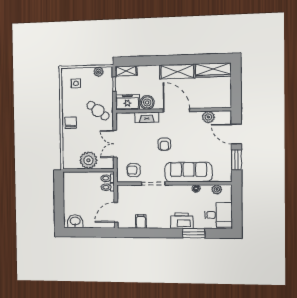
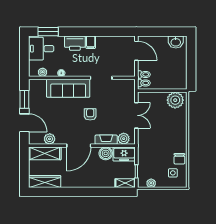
shelving: (177, 71) -> (45, 153), moved
door: (176, 110) -> (79, 146), hinge flipped
cafe table: (98, 111) -> (152, 147), removed
plant: (128, 119) -> (124, 139), added
chair: (71, 123) -> (179, 159), moved
plant: (88, 160) -> (175, 100), moved
armchair: (134, 170) -> (119, 90), removed
door: (116, 212) -> (136, 51), hinge flipped
filing cabinet: (141, 222) -> (91, 42), moved
window: (194, 233) -> (48, 32), moved

